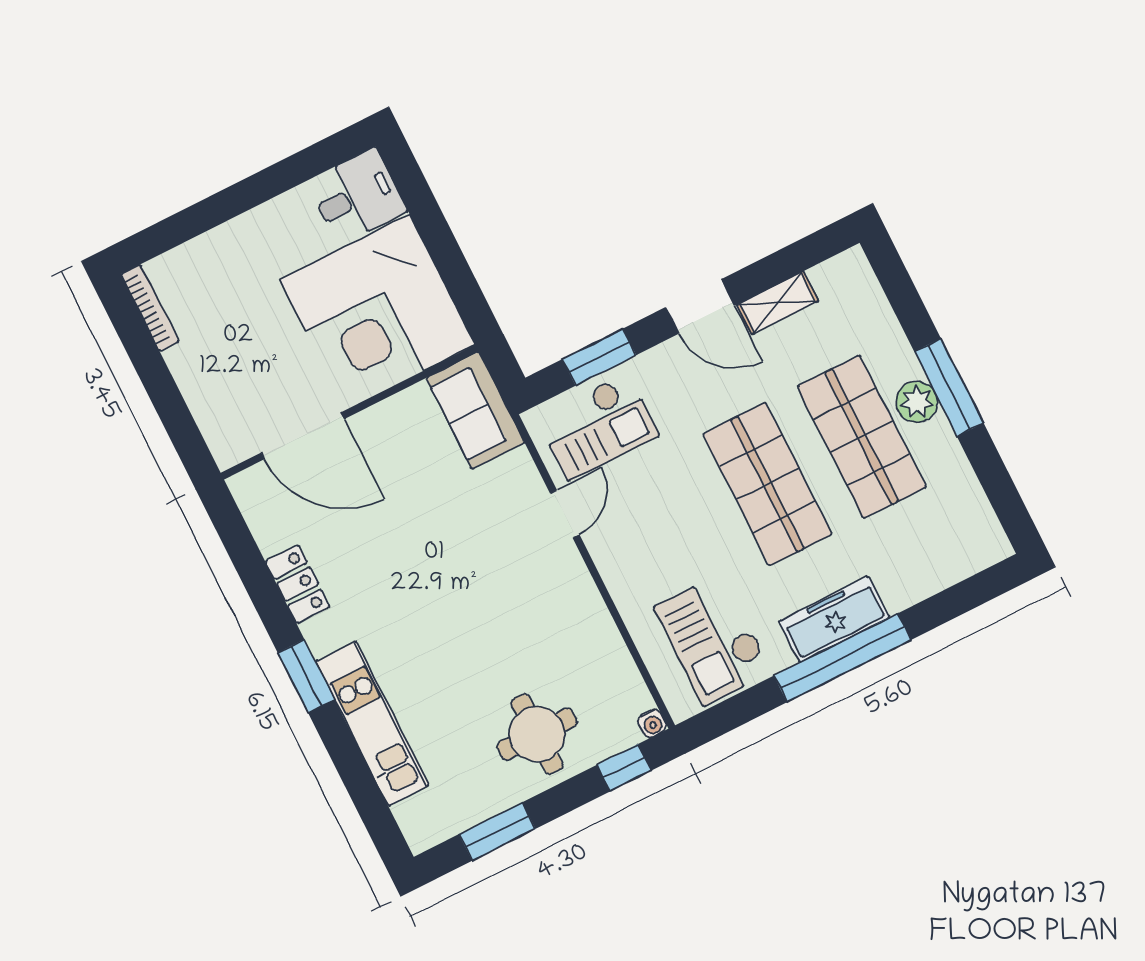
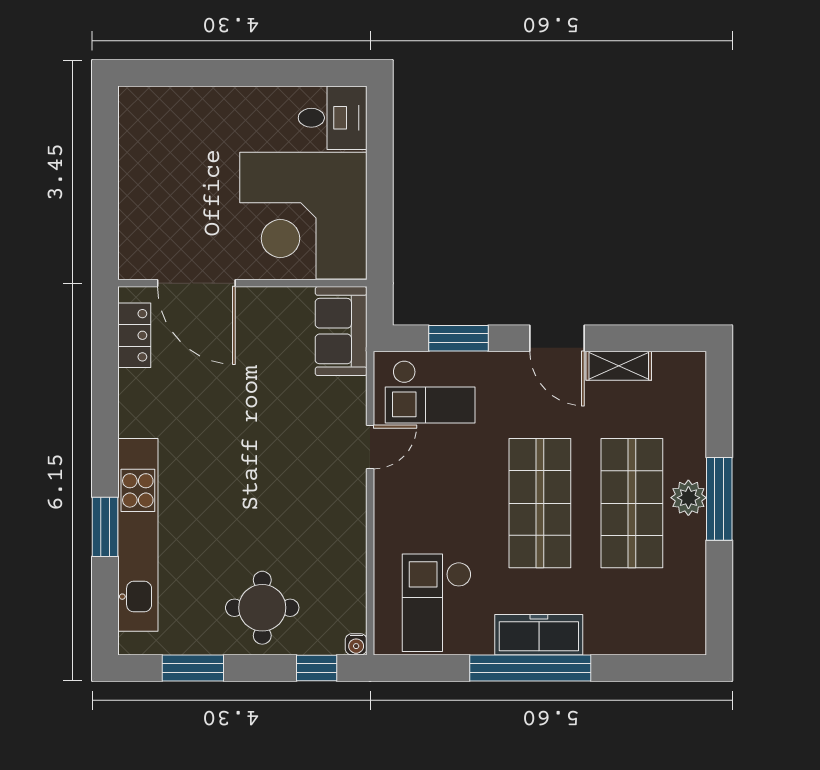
bookcase: (150, 308) -> (128, 124), removed
locker: (298, 584) -> (134, 335), moved
window: (306, 676) -> (105, 527), moved
kitchen unit: (372, 723) -> (138, 535), width x1.36

